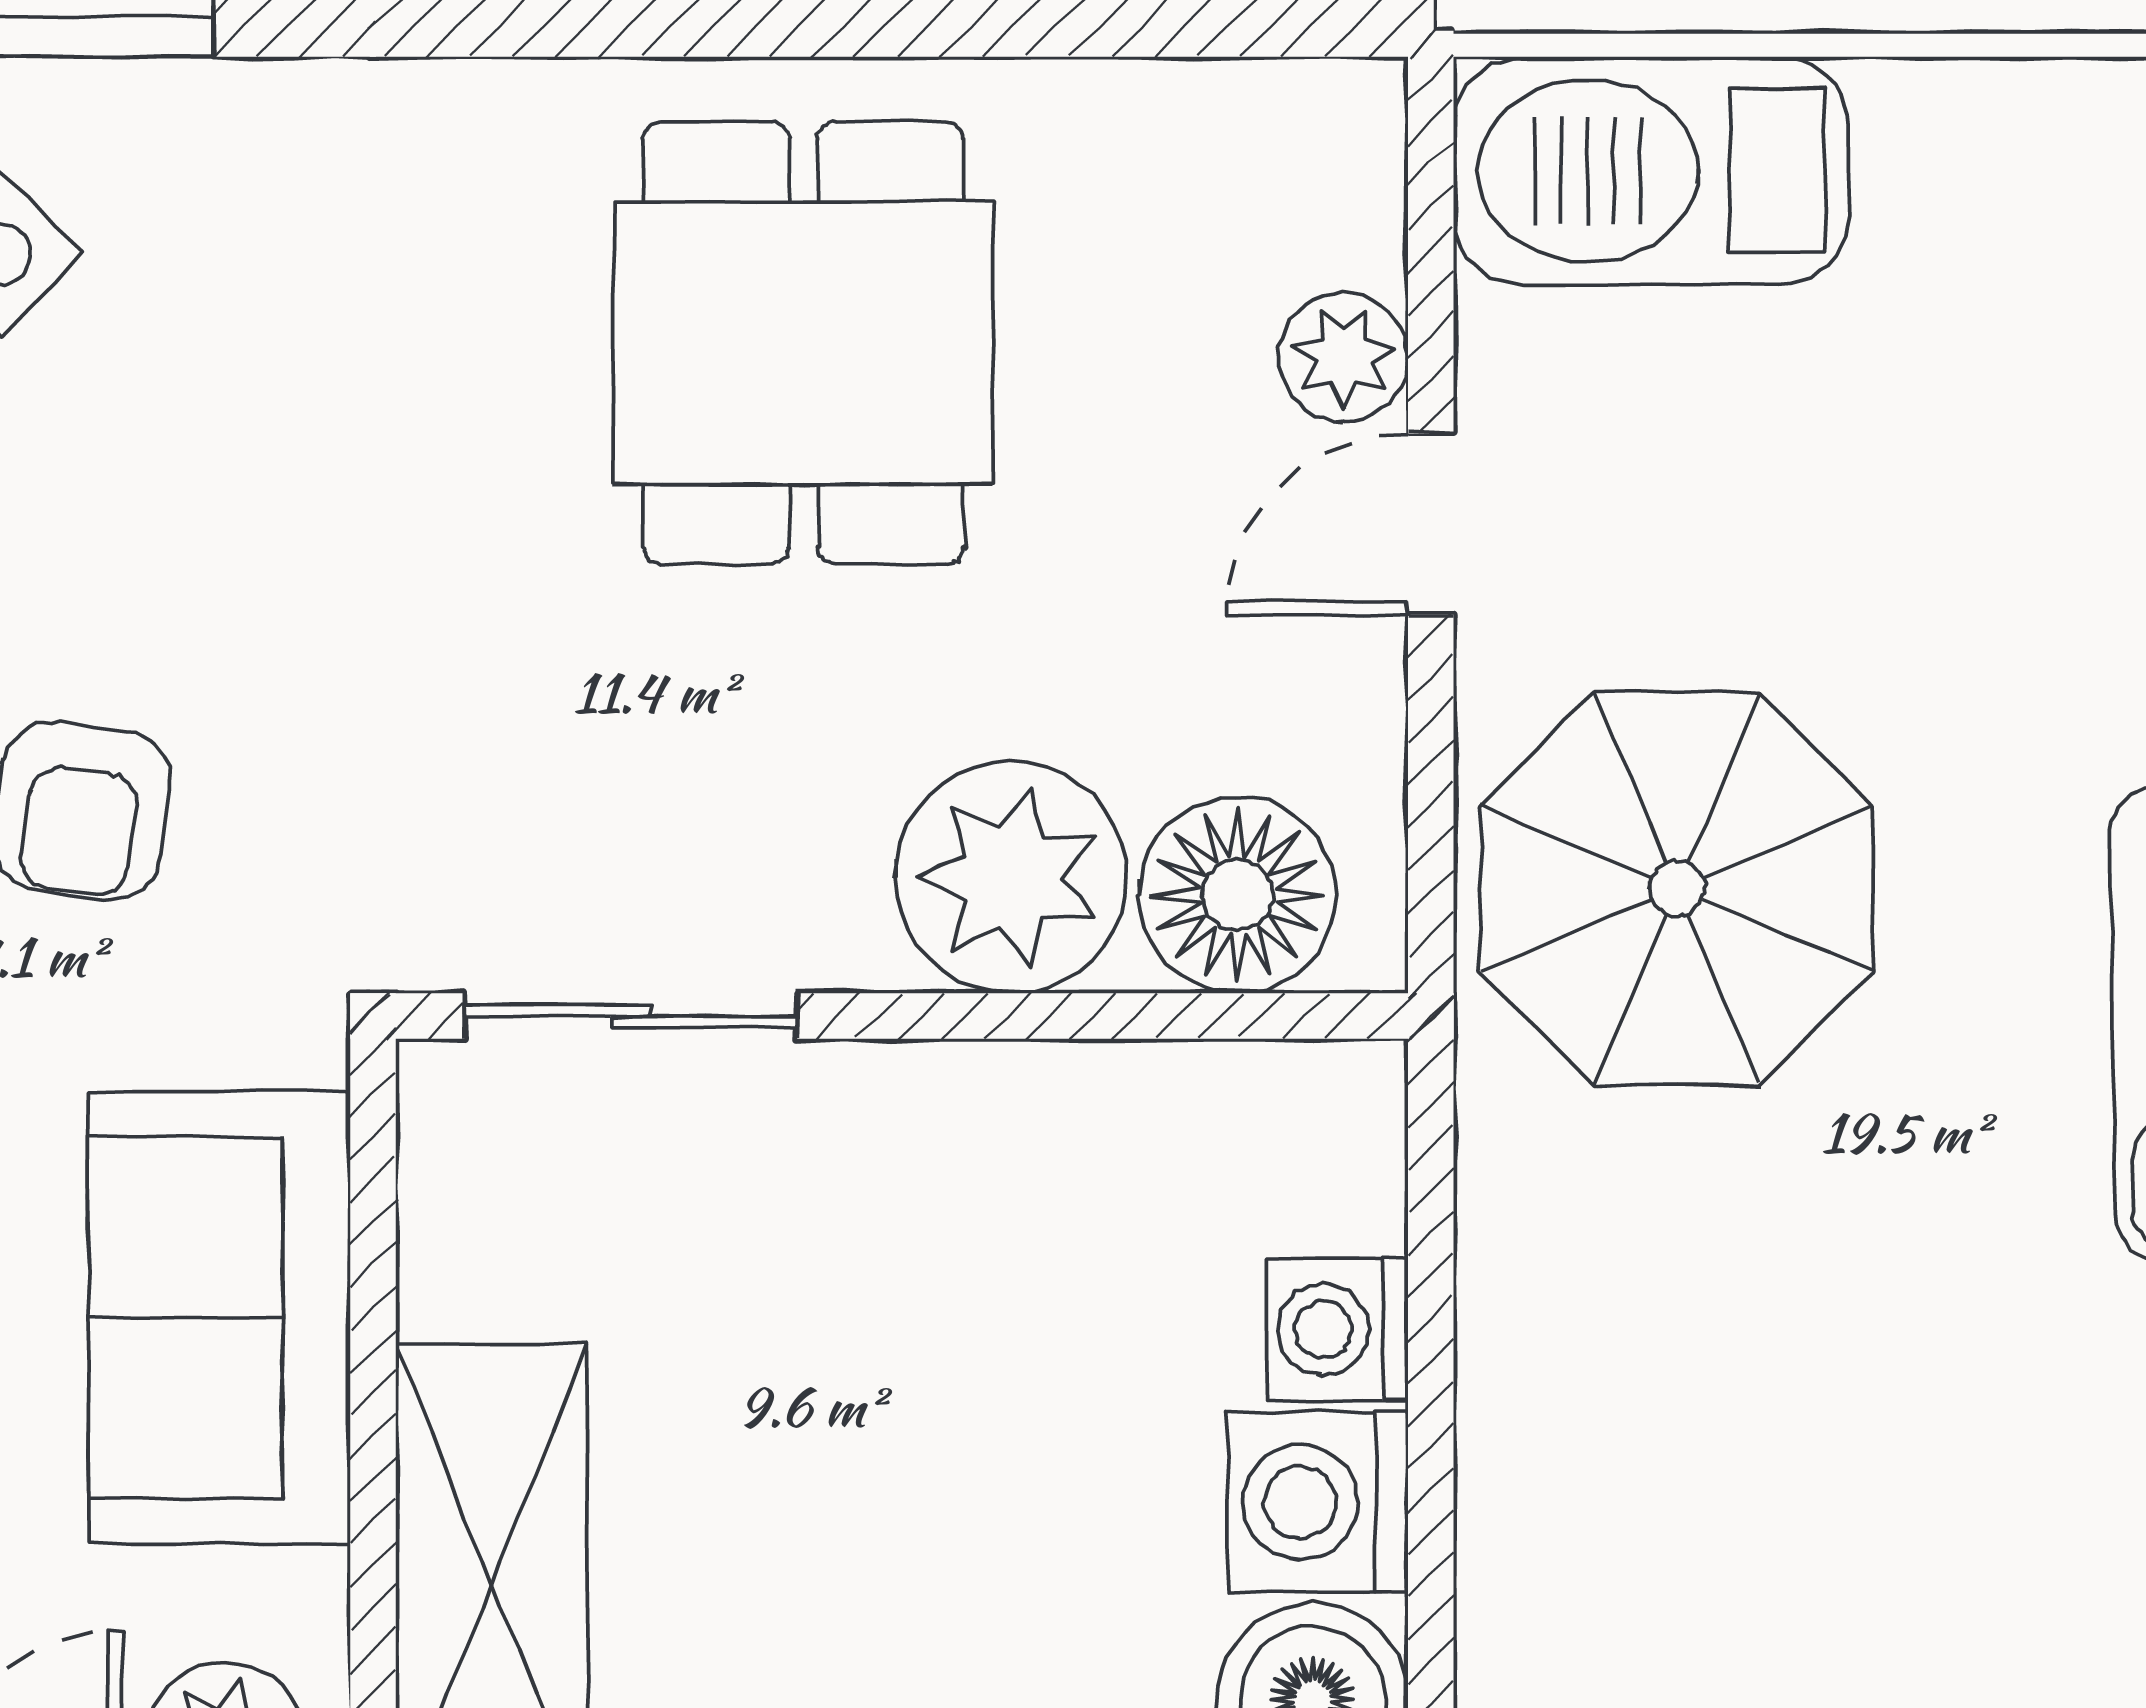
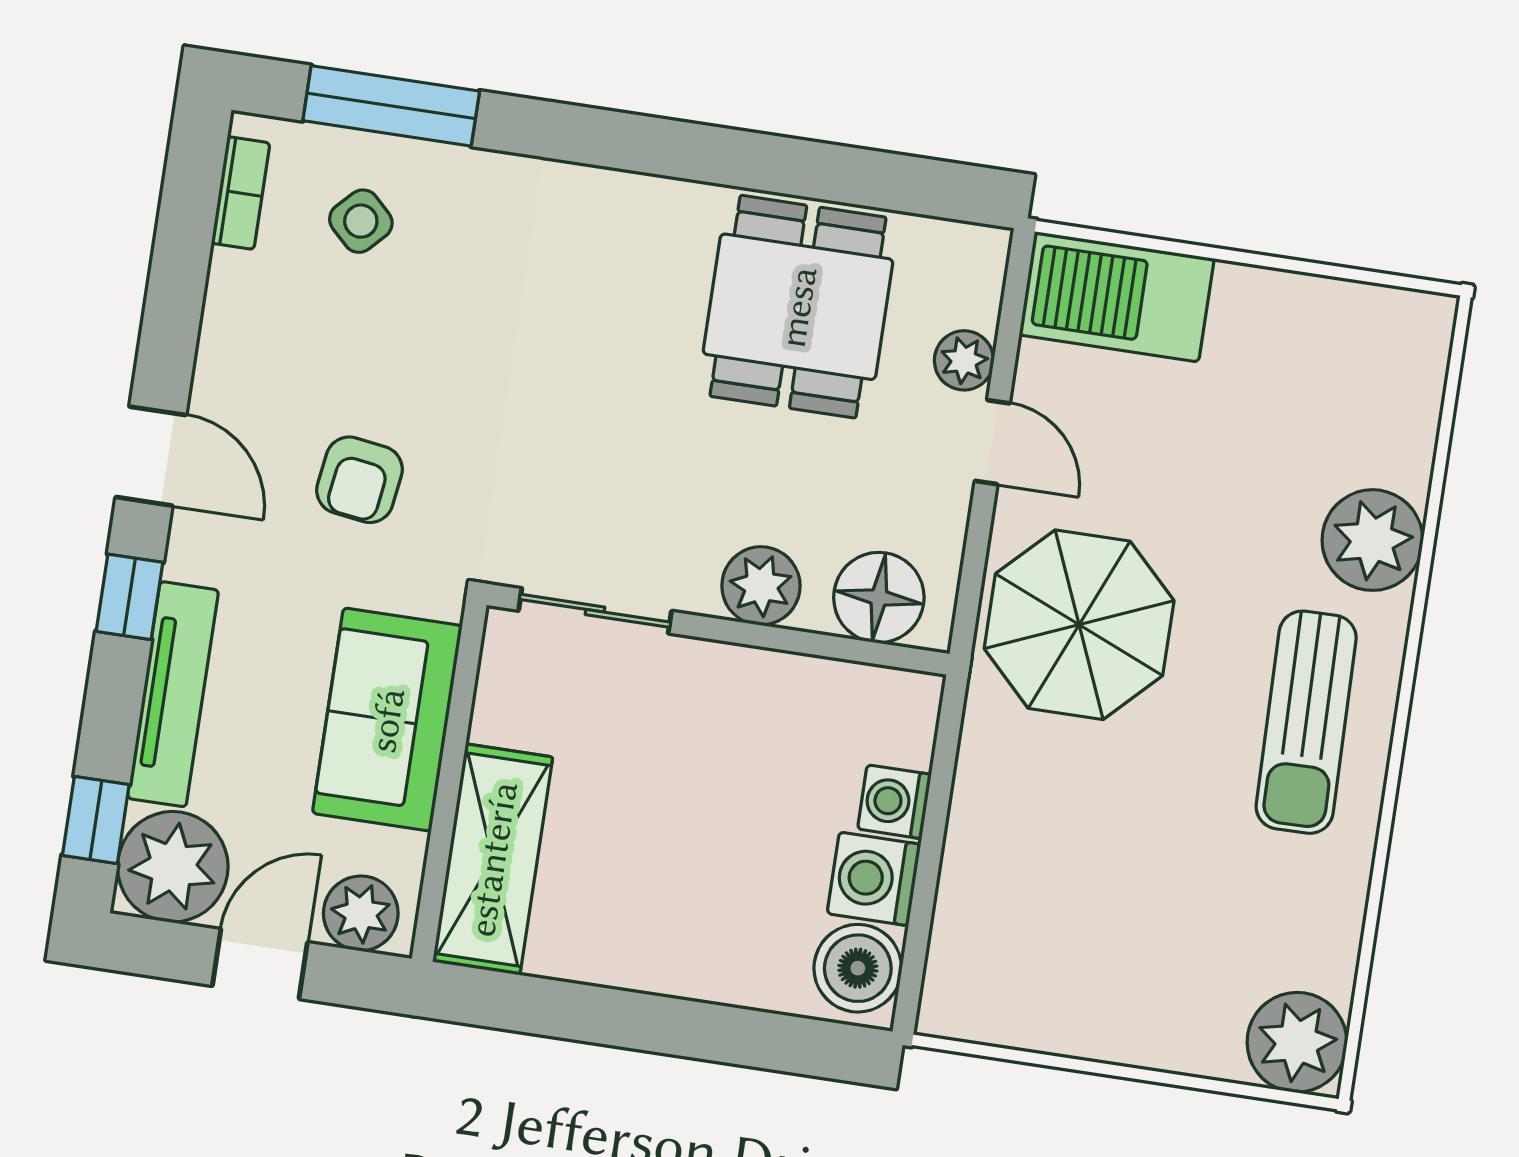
dining table: (804, 343) -> (798, 307), moved
door: (1431, 524) -> (992, 442), swing flipped
plant: (1011, 877) -> (761, 586), width x0.73, depth x0.73

